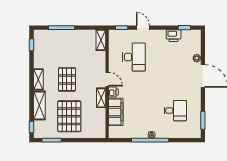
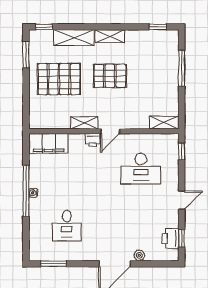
door: (143, 28) -> (182, 200), moved
printer: (174, 36) -> (171, 239), moved
filing cabinet: (116, 112) -> (49, 143), moved

